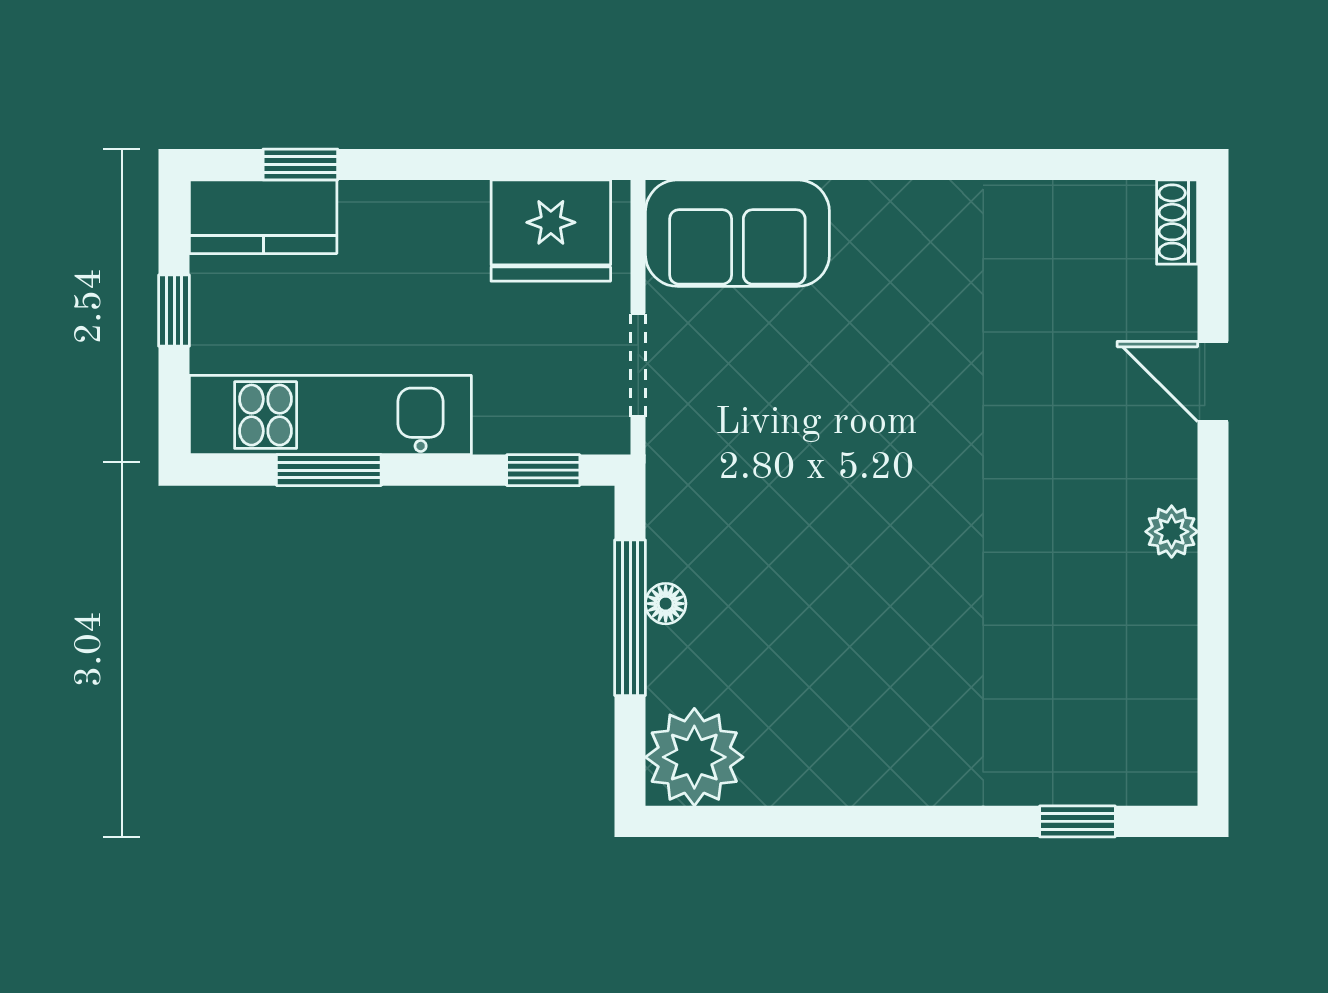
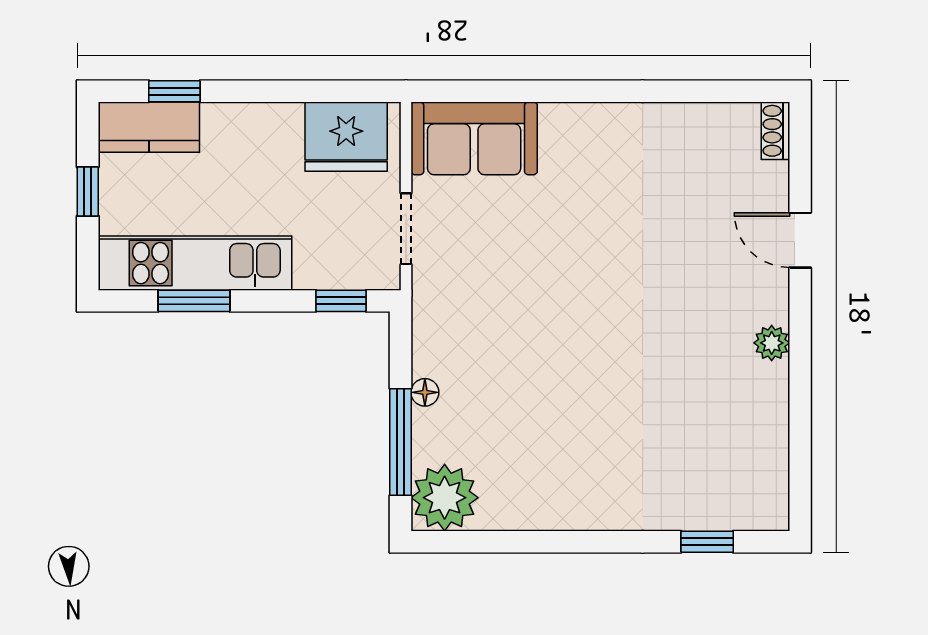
window: (630, 618) -> (400, 442), moved

